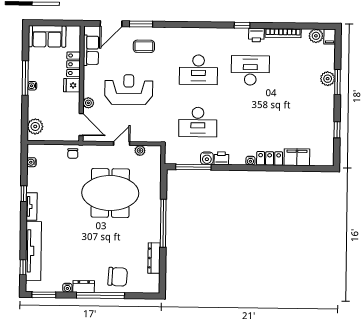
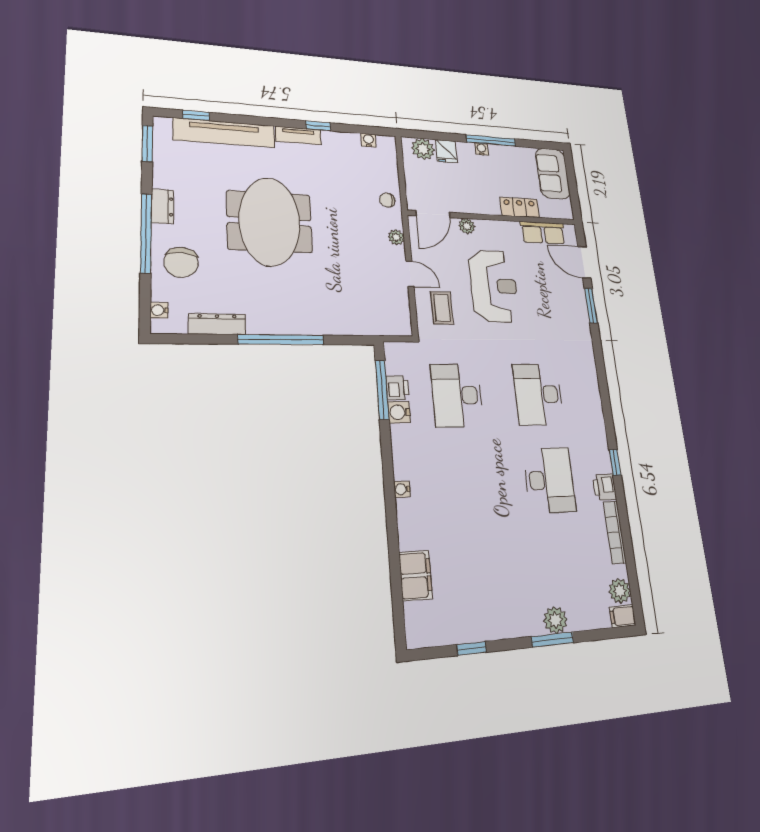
coffee table: (144, 46) -> (442, 308), moved
fridge: (72, 85) -> (446, 151), moved, turned 180
plant: (140, 151) -> (396, 237), moved
printer: (221, 158) -> (397, 388), moved
locker: (270, 158) -> (409, 524), removed
meeting table: (110, 193) -> (270, 222), moved
water cooler: (67, 288) -> (159, 310), moved

